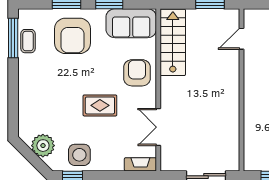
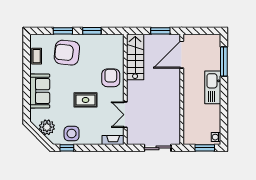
sofa: (131, 23) -> (40, 91), moved, turned -90
armchair: (73, 36) -> (67, 53), turned 96
window: (13, 38) -> (27, 54), removed
door: (241, 39) -> (182, 55), width x1.87

